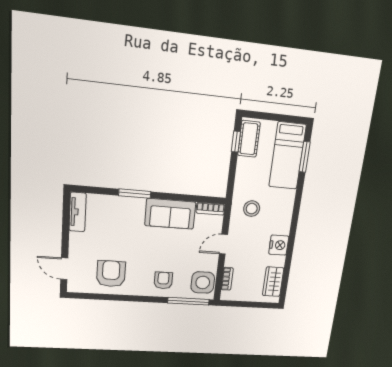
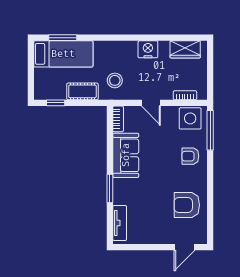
cot: (249, 139) -> (82, 91), moved
tv unit: (78, 212) -> (120, 223), moved, turned 90

